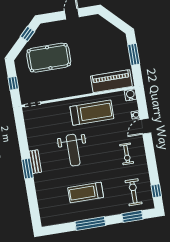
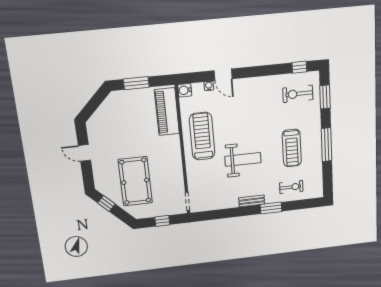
exercise bike: (127, 154) -> (291, 187), moved
window: (27, 169) -> (271, 208), moved

